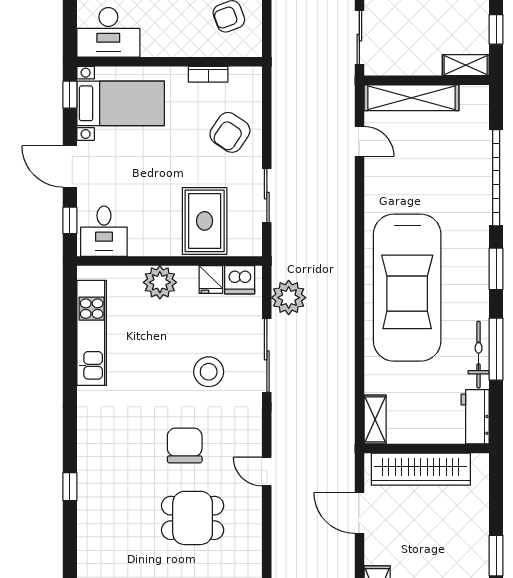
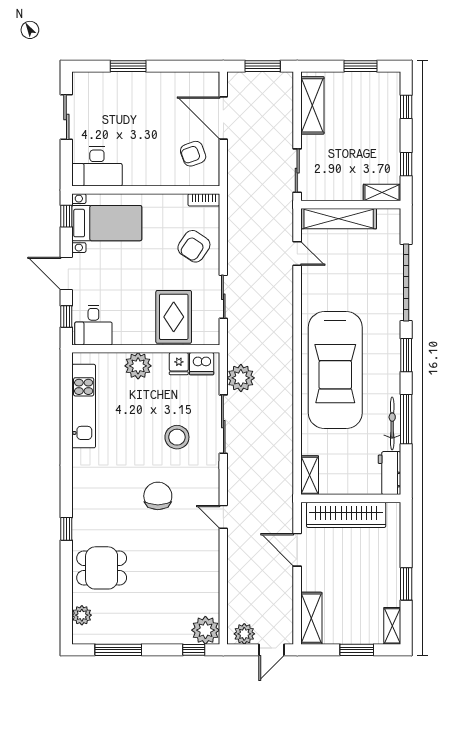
bookcase: (208, 74) -> (204, 200), moved
dining table: (193, 518) -> (102, 568), moved

